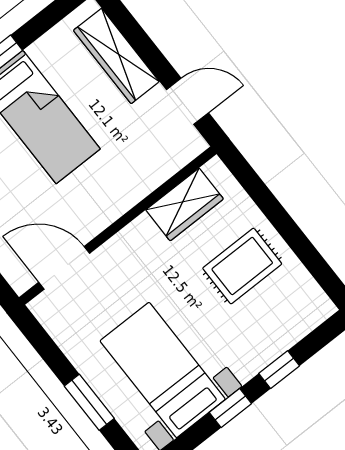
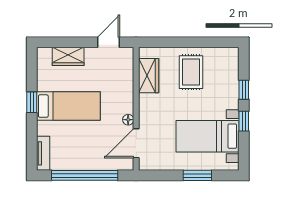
wardrobe: (116, 56) -> (68, 56), width x0.67
floor lamp: (91, 227) -> (128, 120), added

